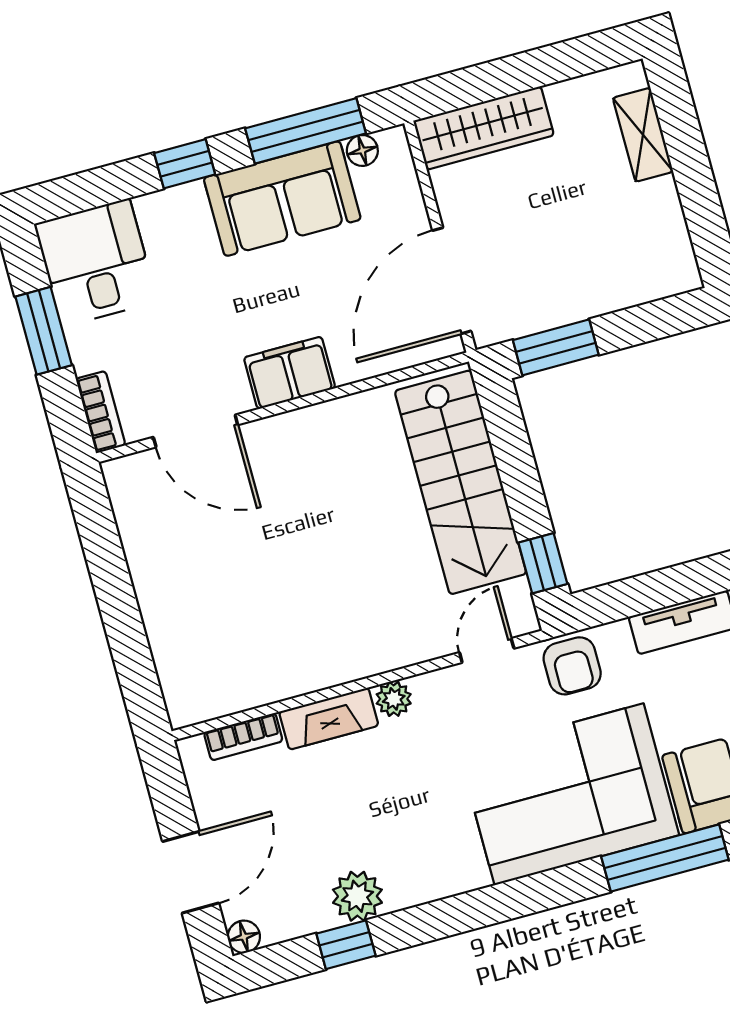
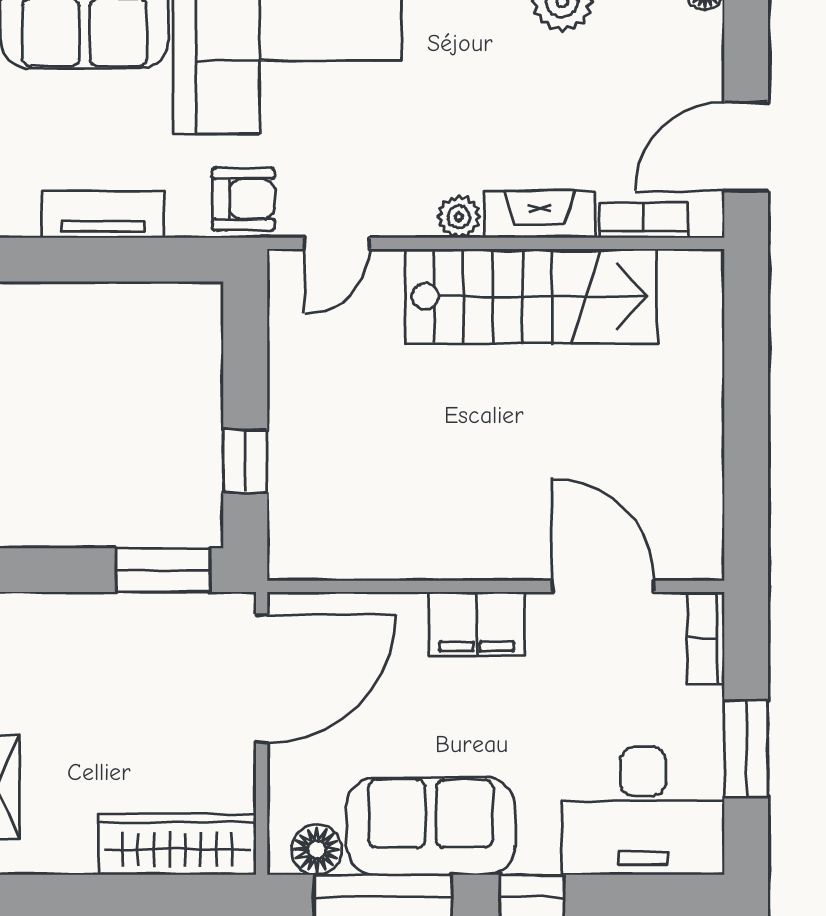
floor lamp: (362, 150) -> (317, 850), width x1.37, depth x1.37
desk: (96, 263) -> (643, 811), width x1.37
stairs: (461, 482) -> (531, 296), moved, turned 90
window: (543, 563) -> (245, 461), moved
armchair: (572, 666) -> (244, 199), turned 90
door: (191, 872) -> (746, 146), moved

